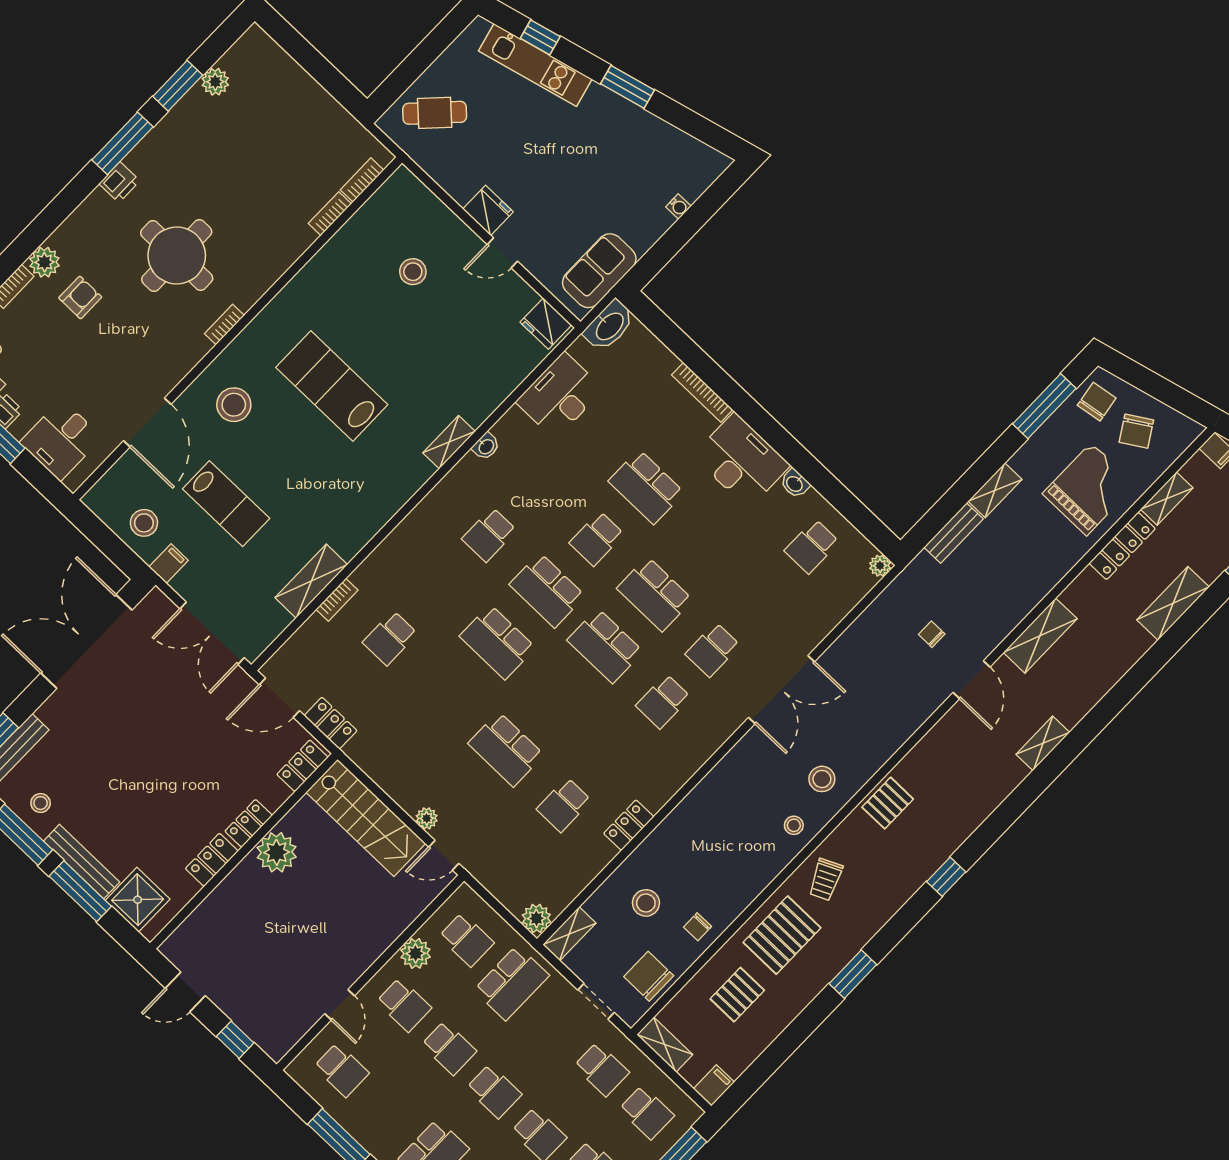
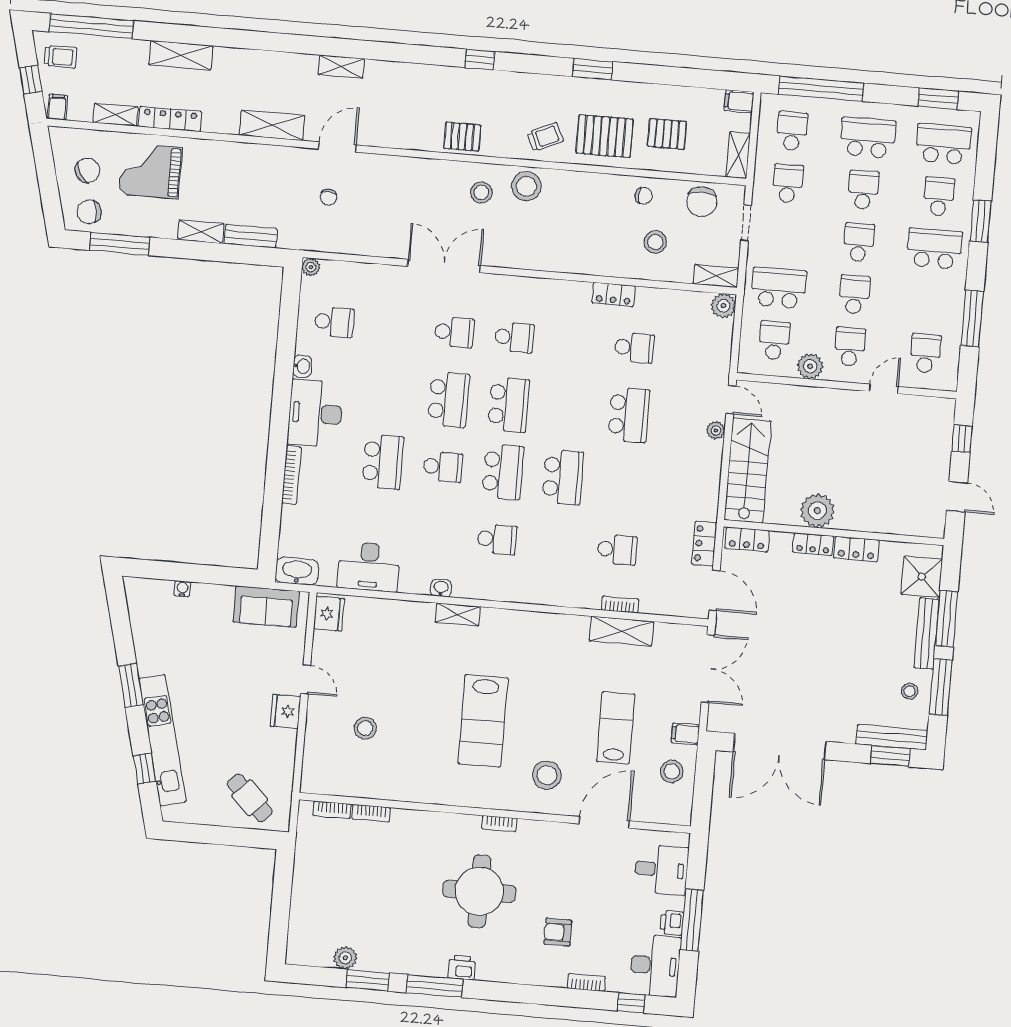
kitchen unit: (535, 65) -> (162, 740), width x1.36
plant: (44, 262) -> (554, 974), removed
stool: (794, 825) -> (526, 186), width x1.89, depth x1.89

